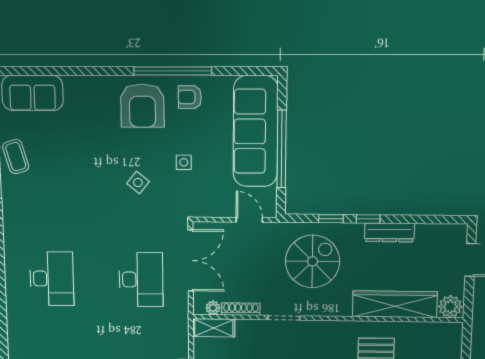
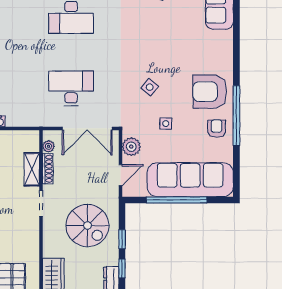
plant: (213, 206) -> (131, 147), added
desk: (141, 280) -> (71, 88), turned 180
shelving: (214, 328) -> (32, 169), moved

